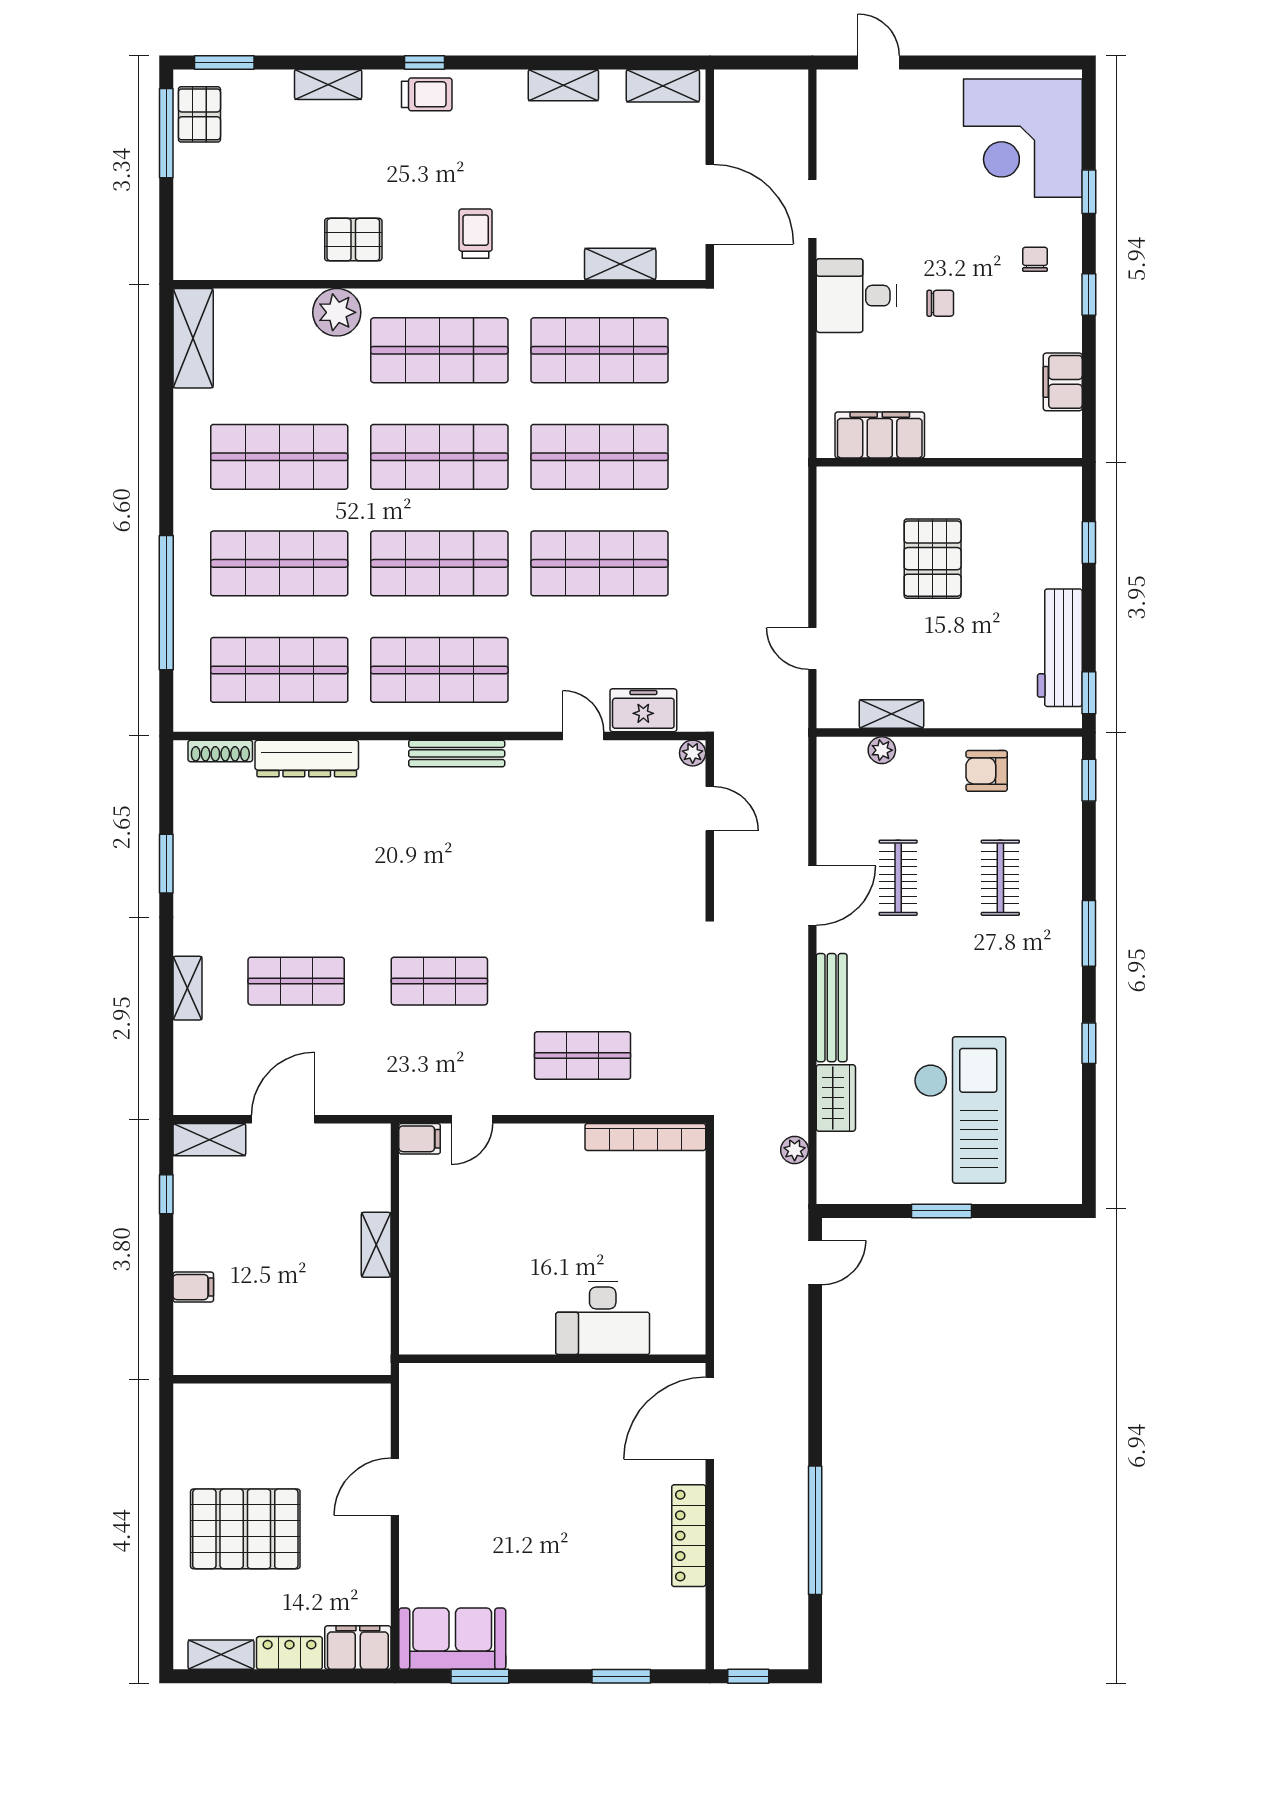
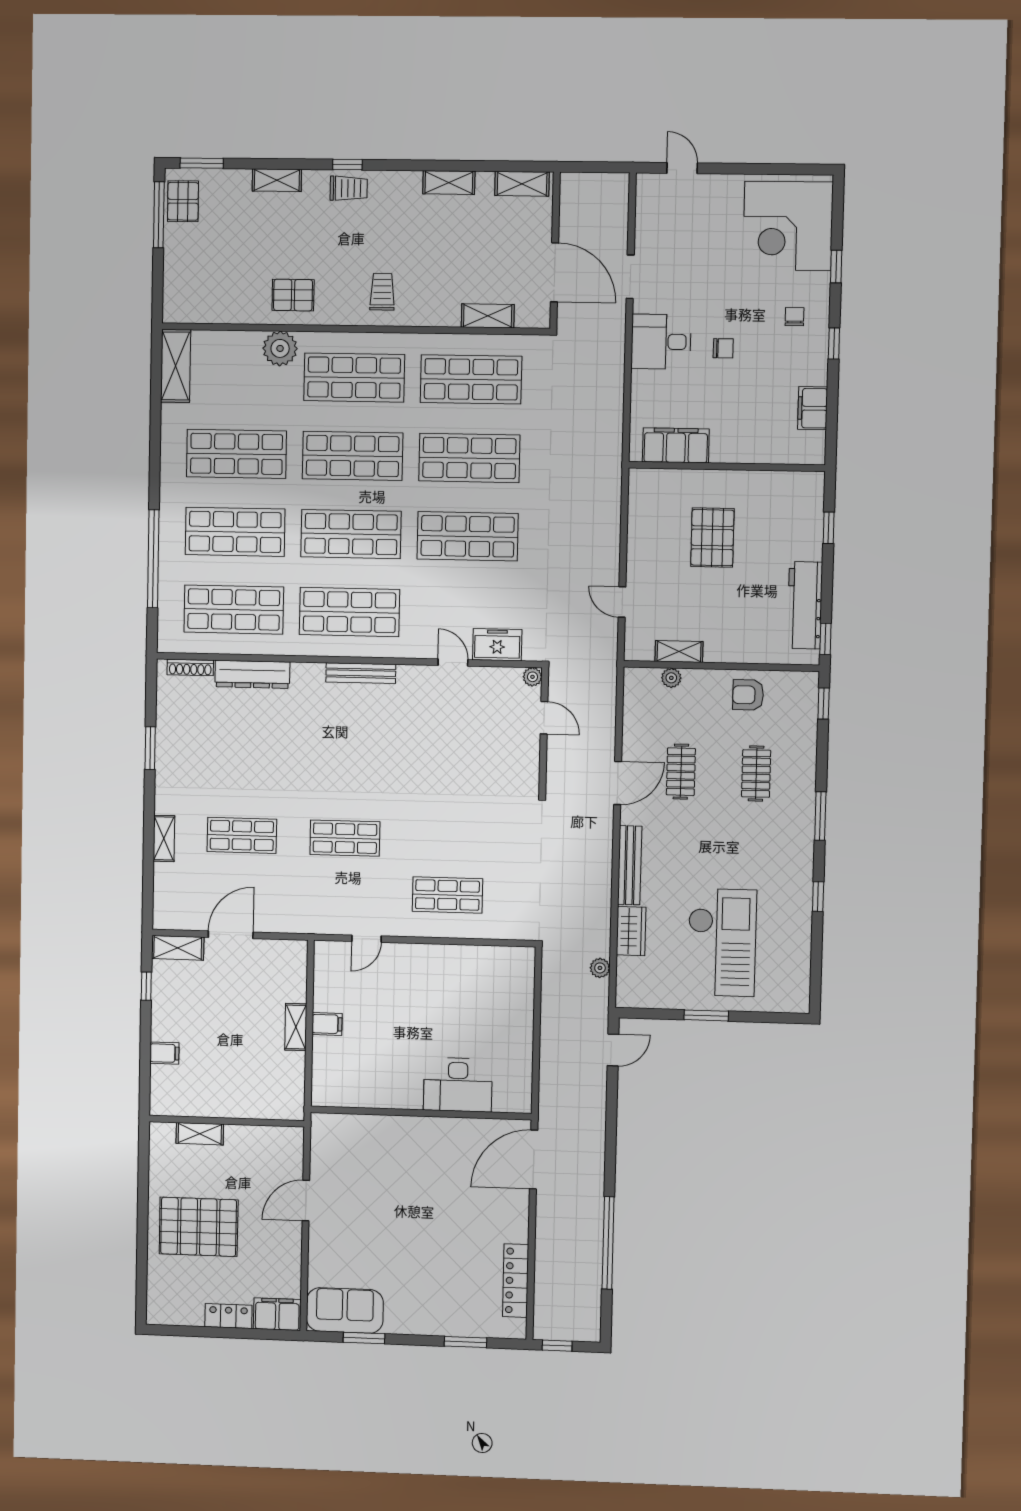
bookcase: (645, 1137) -> (492, 955), removed
filing cabinet: (420, 1139) -> (327, 1024), moved
locker: (689, 1536) -> (516, 1281), moved
shelving: (221, 1655) -> (200, 1134), moved

